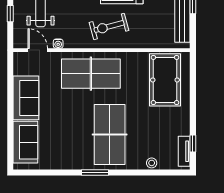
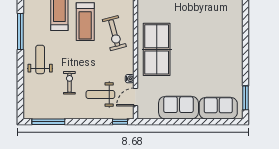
window: (10, 14) -> (120, 122), moved
table tennis table: (110, 134) -> (211, 33), removed
window: (95, 172) -> (245, 98), moved

